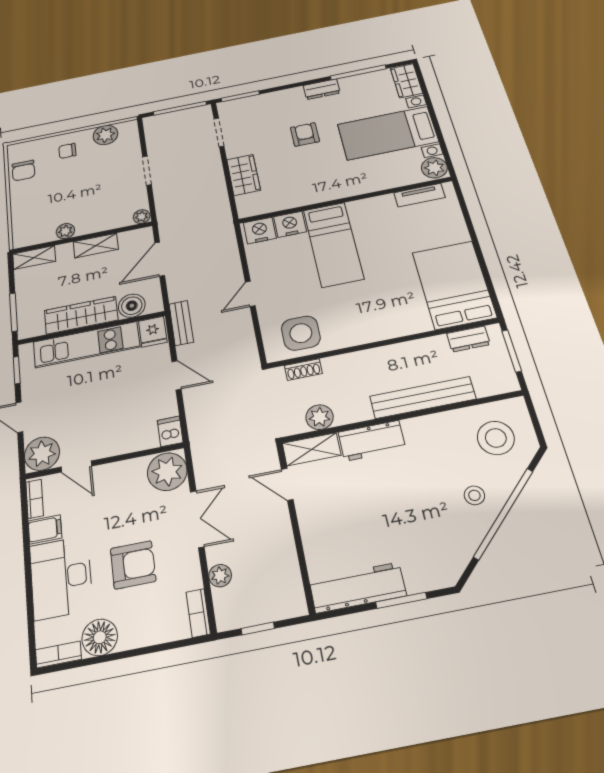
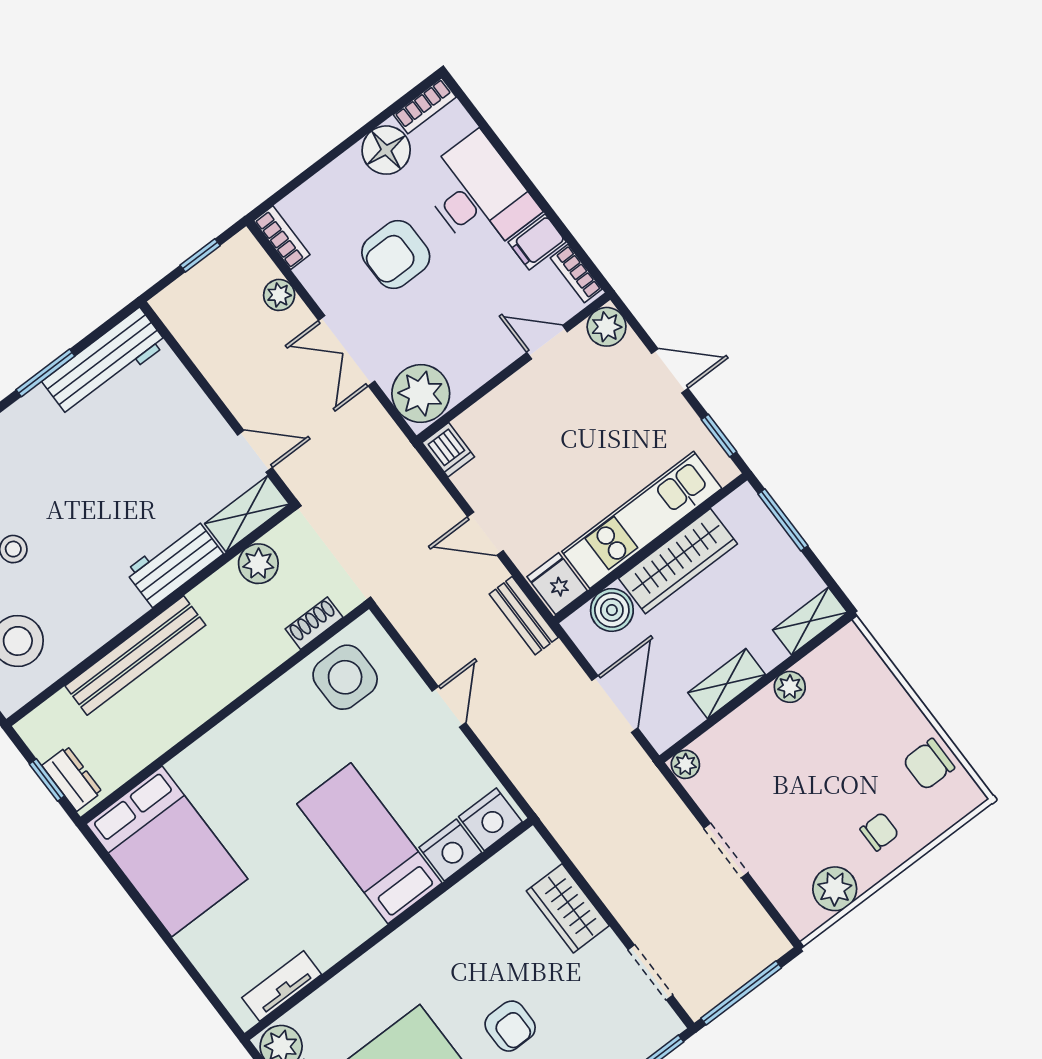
chair: (23, 170) -> (929, 764), turned -90
dresser: (468, 339) -> (72, 779), moved, turned 90
window: (512, 351) -> (47, 780), width x0.67
plant: (42, 454) -> (607, 327), width x0.73, depth x0.73

